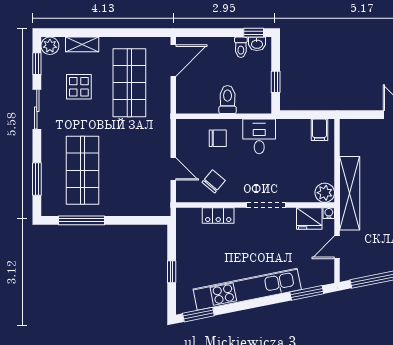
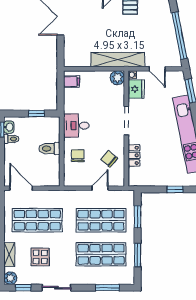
shop shelf: (129, 170) -> (101, 220), added
window: (82, 220) -> (138, 255), width x0.69
window: (134, 220) -> (138, 217), added

